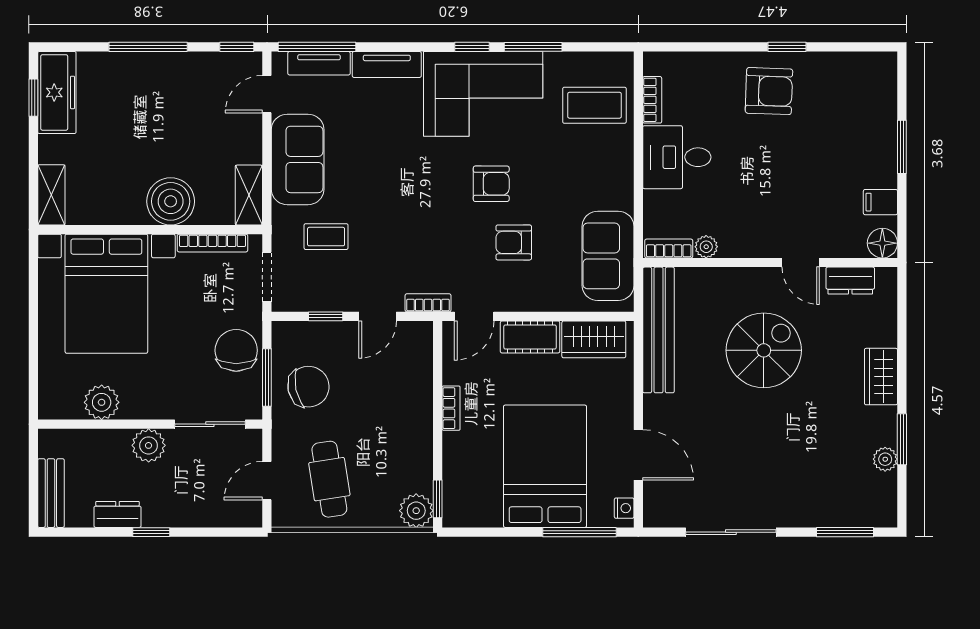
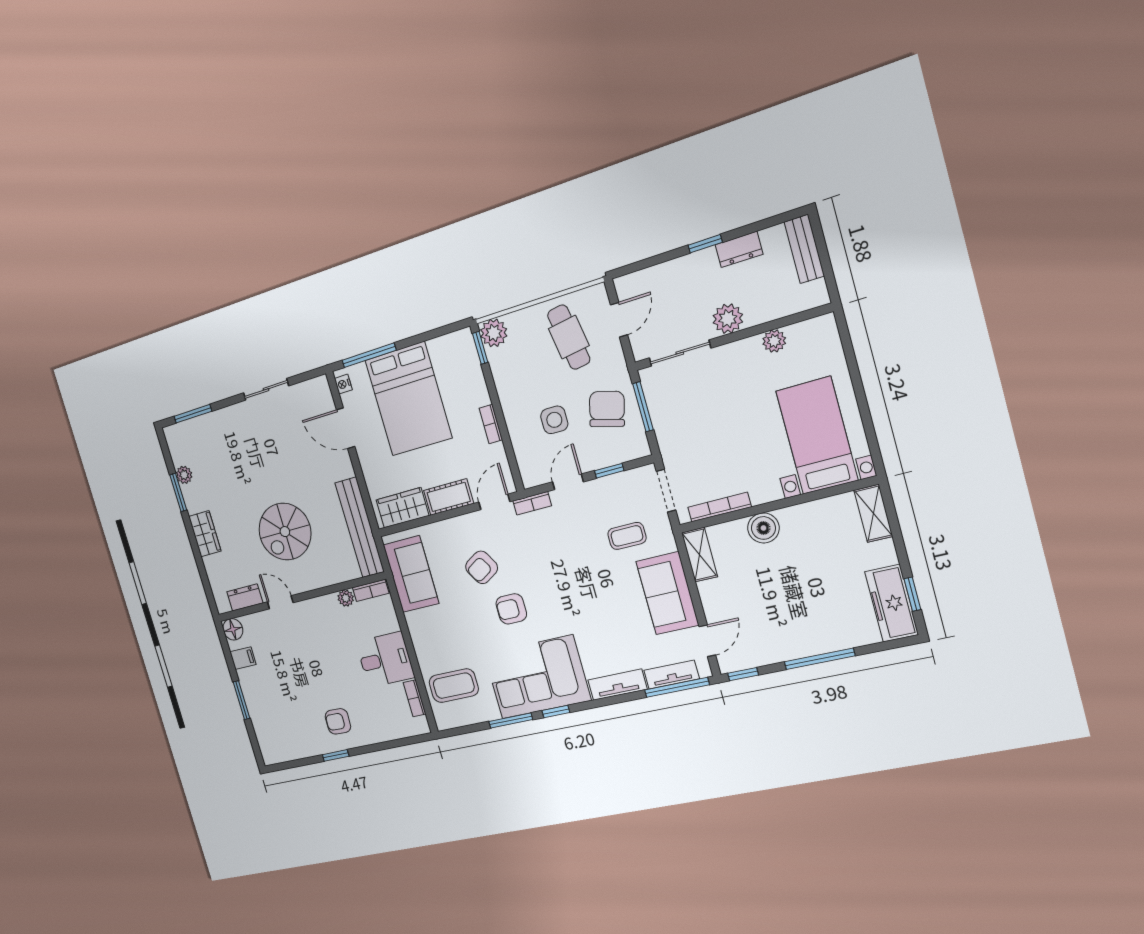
armchair: (769, 91) -> (338, 721), width x0.72, depth x0.72
boiler: (171, 201) -> (763, 528), width x0.73, depth x0.73
armchair: (514, 242) -> (482, 567), turned 149
bed with nightstands: (106, 294) -> (817, 436), width x0.73
chair: (236, 350) -> (675, 422), removed
chair: (308, 387) -> (607, 409), turned 117
side table: (373, 392) -> (554, 420), added
plant: (102, 402) -> (774, 341), width x0.73, depth x0.73
sliding door: (731, 532) -> (266, 389), width x0.73

